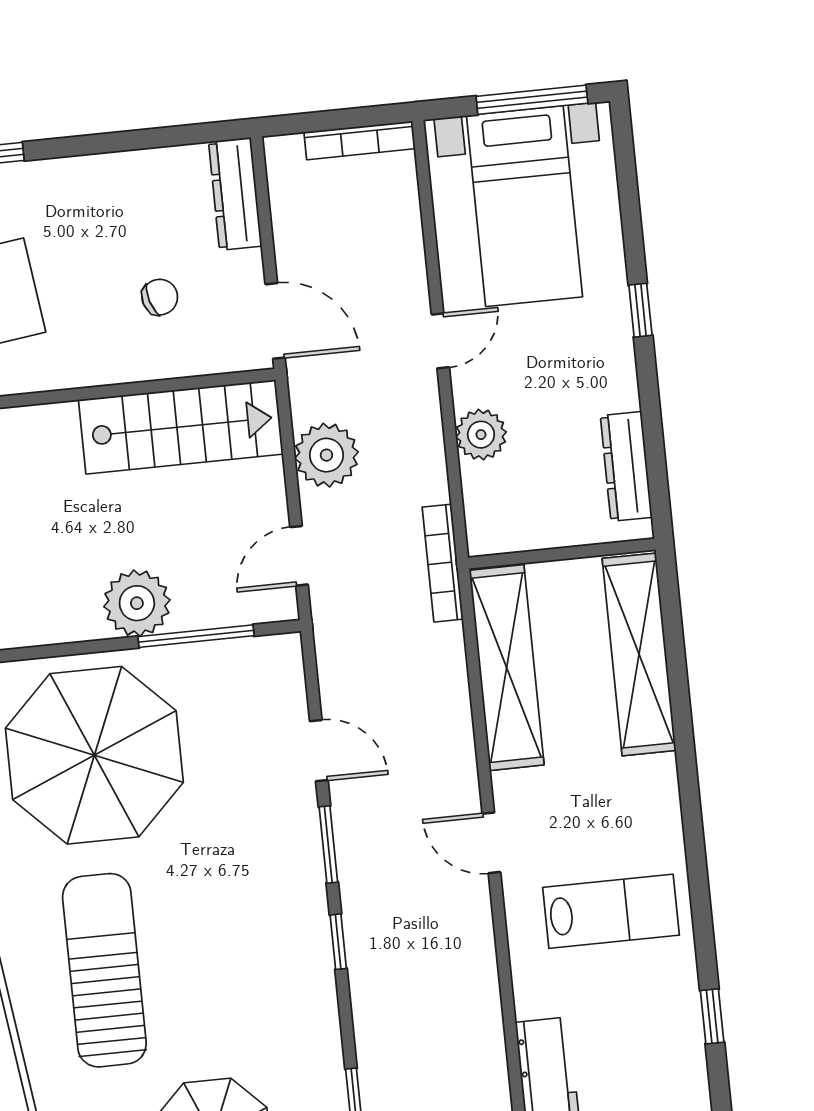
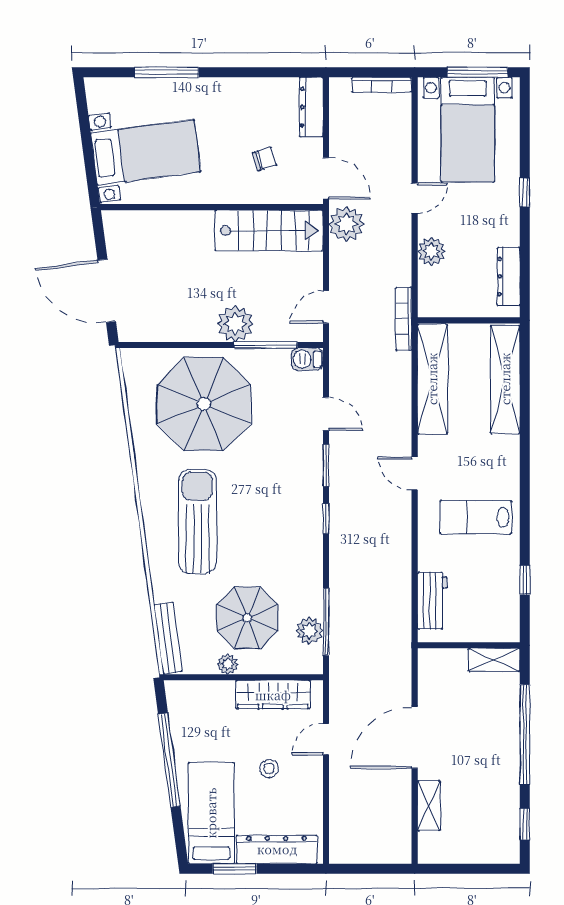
plant: (326, 455) -> (346, 224), moved
barbecue: (274, 654) -> (307, 359), added
lab bench: (611, 911) -> (476, 517), turned 180

